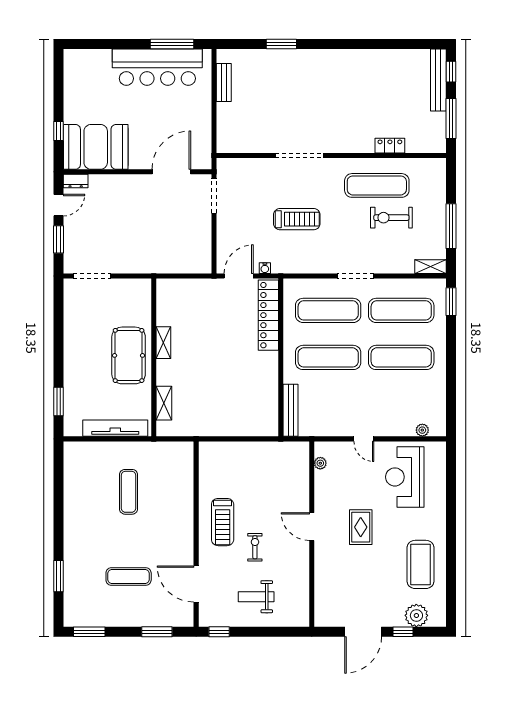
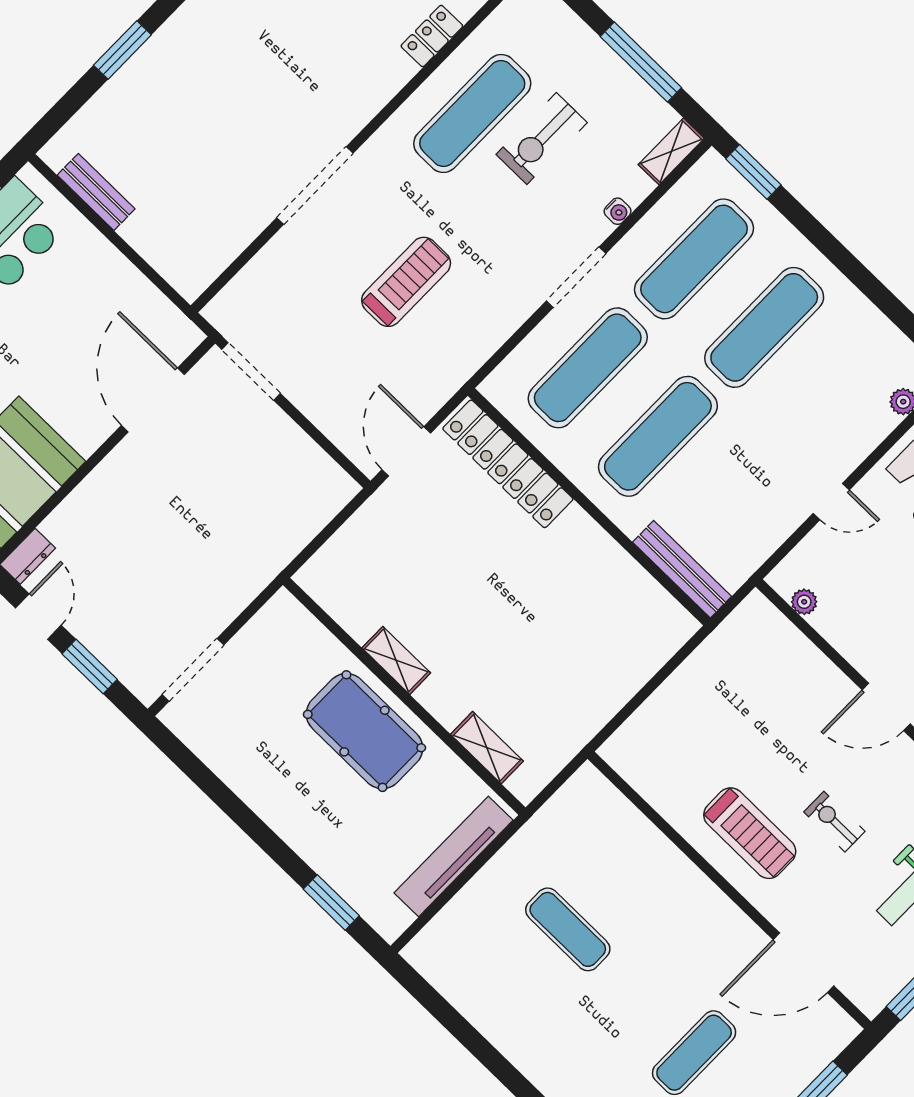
water cooler: (265, 268) -> (618, 211), moved

